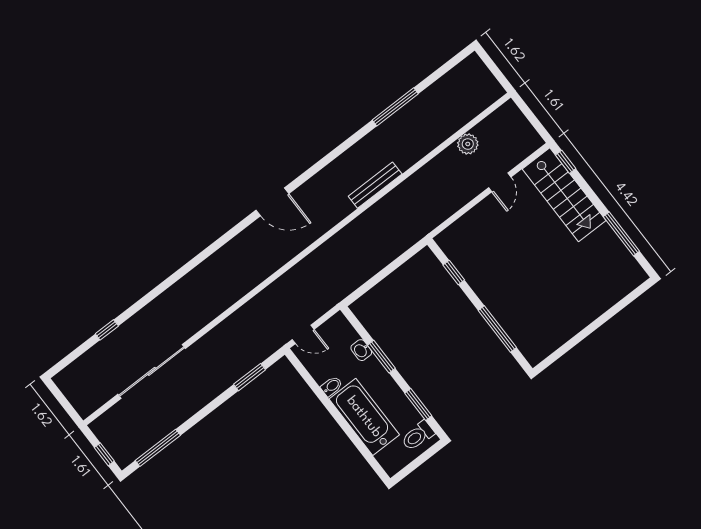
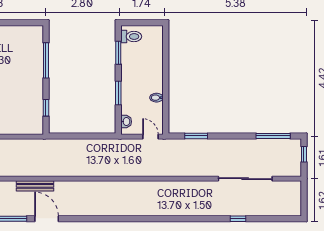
bench: (375, 185) -> (35, 186), moved
door: (272, 202) -> (47, 219), moved
window: (107, 330) -> (238, 219), moved
washbasin: (361, 350) -> (126, 122), moved
bathtub: (364, 417) -> (152, 68), removed

